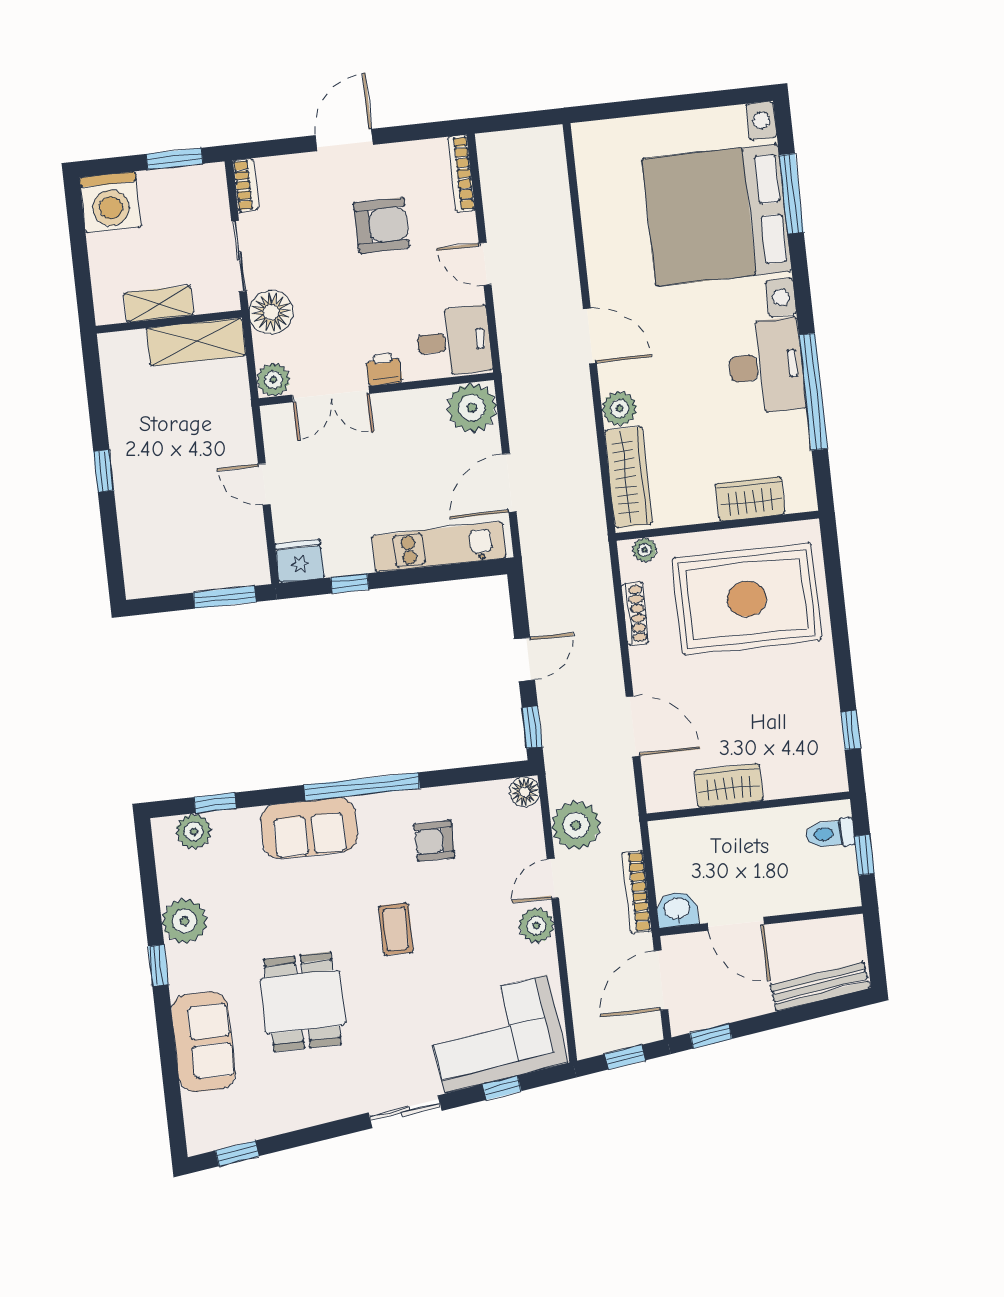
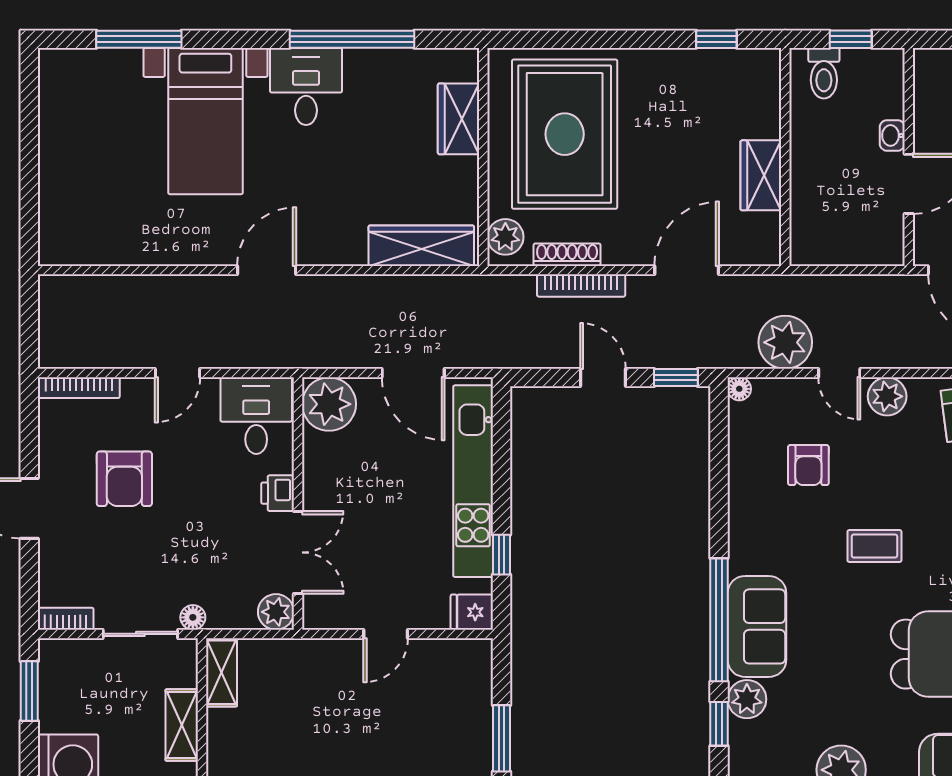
bed with nightstands: (717, 215) -> (205, 121), width x0.54
armchair: (381, 225) -> (124, 479), turned 180
floor lamp: (271, 312) -> (193, 617), width x0.53, depth x0.53
shelving: (196, 342) -> (221, 672), width x0.67, depth x0.75
desk: (766, 366) -> (306, 86), width x0.73
plant: (619, 408) -> (347, 247), removed
kitchen unit: (439, 547) -> (473, 481), width x1.36
plant: (645, 550) -> (505, 237), width x1.38, depth x1.38
fridge: (300, 561) -> (472, 612), width x0.72
window: (225, 597) -> (502, 738), moved
window: (362, 787) -> (719, 620), moved
floor lamp: (525, 792) -> (739, 389), width x0.73, depth x0.73
plant: (194, 831) -> (747, 699), moved
armchair: (434, 841) -> (808, 465), moved
bookcase: (637, 892) -> (581, 286), moved
washbasin: (677, 909) -> (892, 135), moved, width x0.72, depth x0.69

